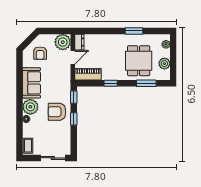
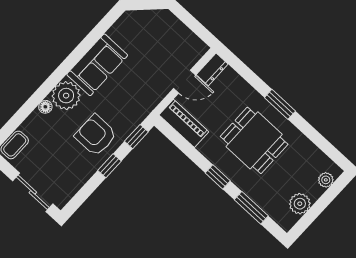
window: (134, 31) -> (280, 104), moved
plant: (63, 42) -> (190, 49), removed
armchair: (40, 53) -> (146, 36), removed
dining table: (139, 61) -> (254, 140), moved, turned 90
window: (111, 83) -> (218, 177), moved

